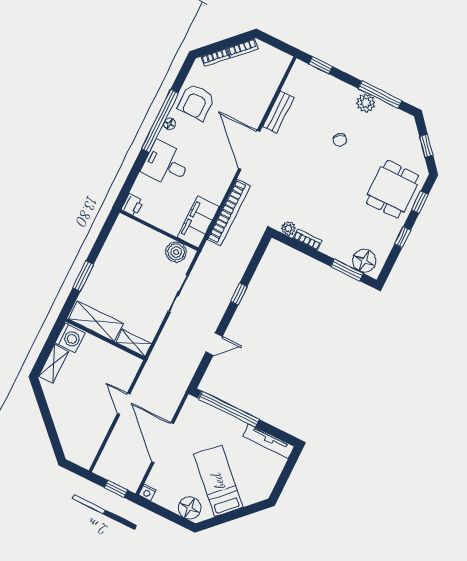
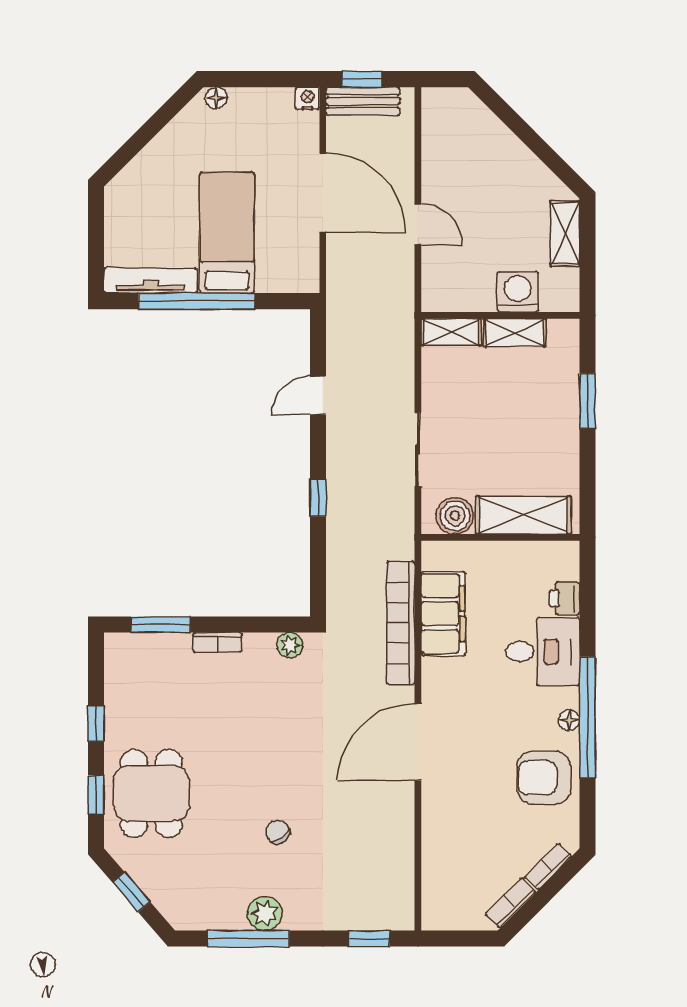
armchair: (196, 102) -> (544, 778), turned -90
bench: (278, 112) -> (363, 101), moved, turned 90
door: (249, 150) -> (418, 742), swing flipped
printer: (132, 205) -> (565, 598), moved
filing cabinet: (198, 222) -> (443, 614), moved
shelving: (142, 236) -> (523, 515), added
bookcase: (307, 240) -> (218, 642), moved
floor lamp: (364, 261) -> (140, 654), removed
shelving: (96, 321) -> (515, 333), width x0.67, depth x0.75
washing machine: (70, 338) -> (518, 292), moved, turned 90
window: (229, 409) -> (196, 301), moved
bed: (218, 481) -> (227, 233), moved, turned -135
floor lamp: (190, 508) -> (216, 98), width x0.53, depth x0.53

